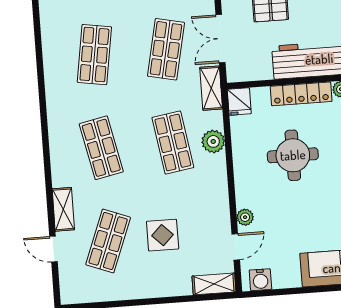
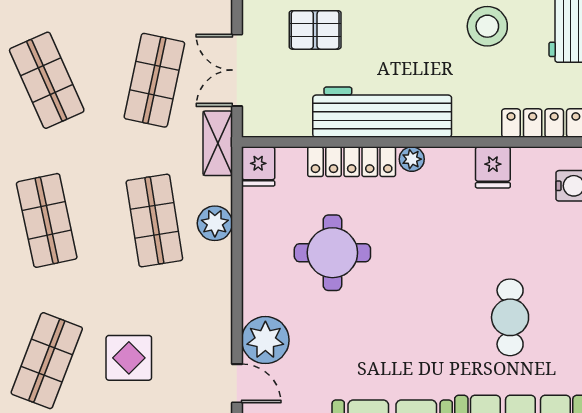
shop shelf: (94, 55) -> (47, 80), turned -33
plant: (245, 217) -> (265, 340), width x1.87, depth x1.87
door: (236, 247) -> (237, 383), hinge flipped

